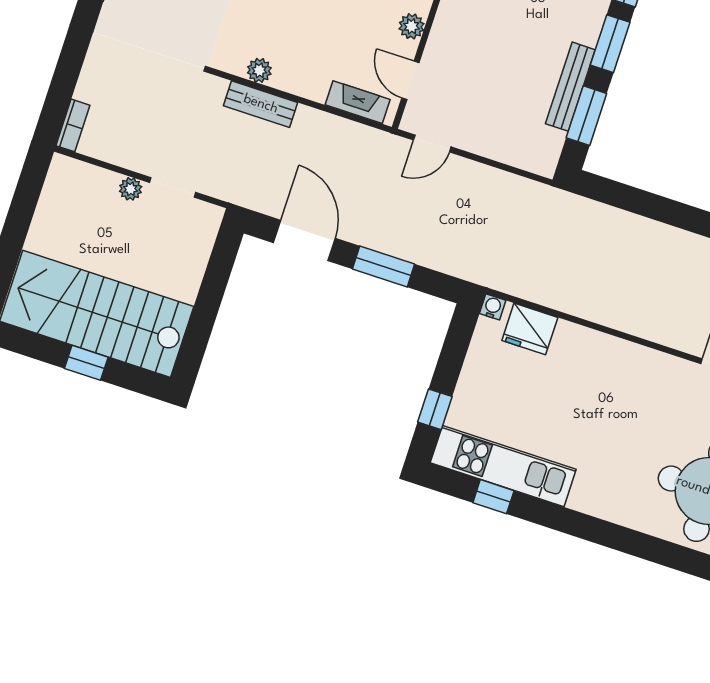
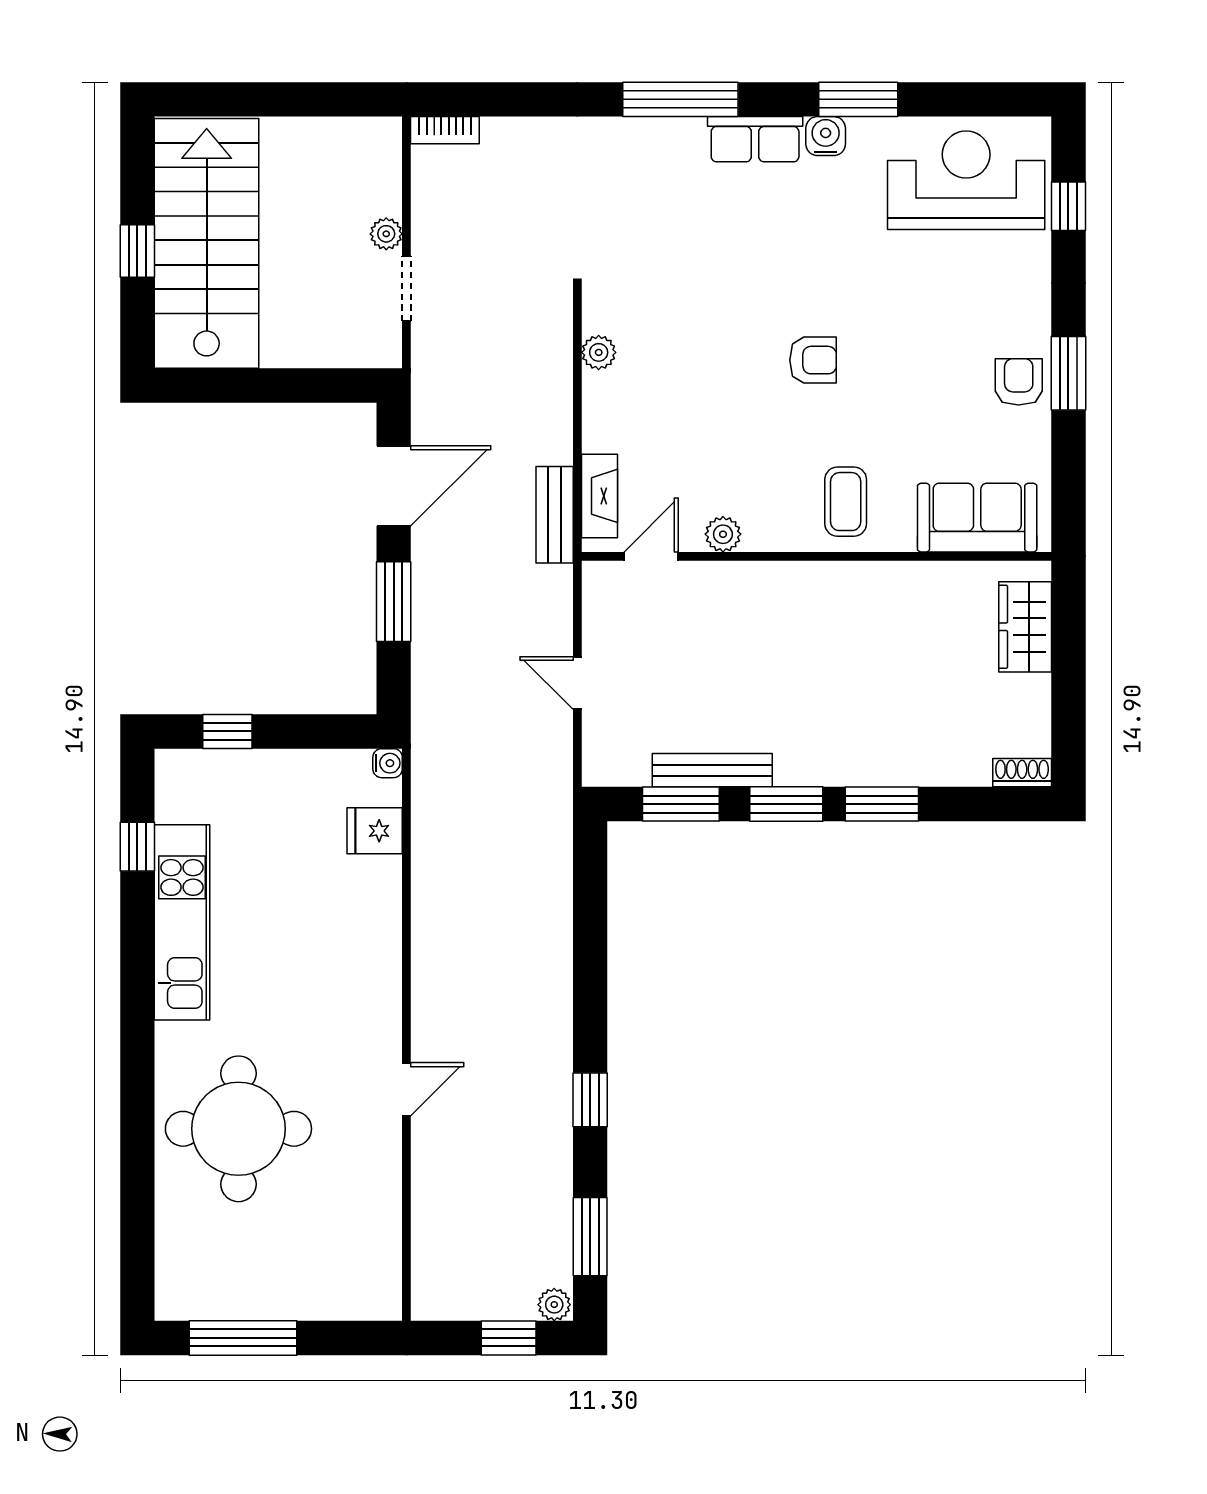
bench: (261, 104) -> (555, 515), moved
door: (432, 143) -> (577, 683), moved
fridge: (530, 329) -> (375, 831), width x0.72
kitchen unit: (503, 466) -> (182, 922), moved

